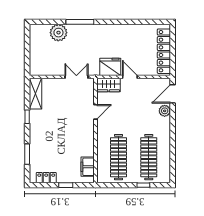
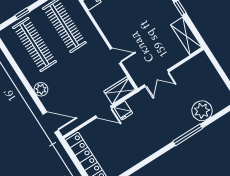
fridge: (110, 67) -> (123, 110), width x0.53, depth x0.75
door: (173, 94) -> (51, 122), hinge flipped
plant: (165, 111) -> (41, 89), moved
door: (95, 112) -> (116, 56), swing flipped

